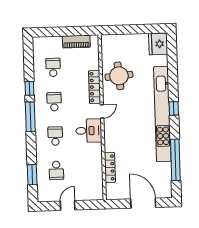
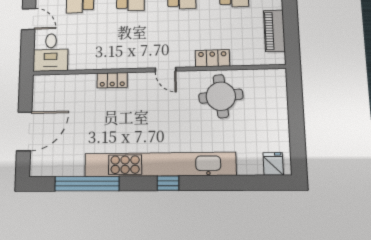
fridge: (158, 44) -> (273, 164), width x0.53, depth x0.75
locker: (95, 87) -> (212, 58), width x0.66
desk: (89, 131) -> (51, 52), moved
locker: (110, 167) -> (112, 80), moved, width x0.66

